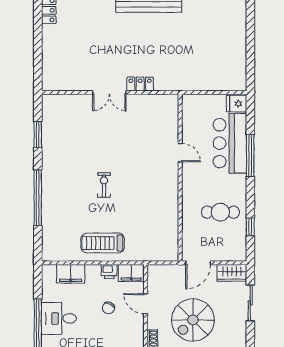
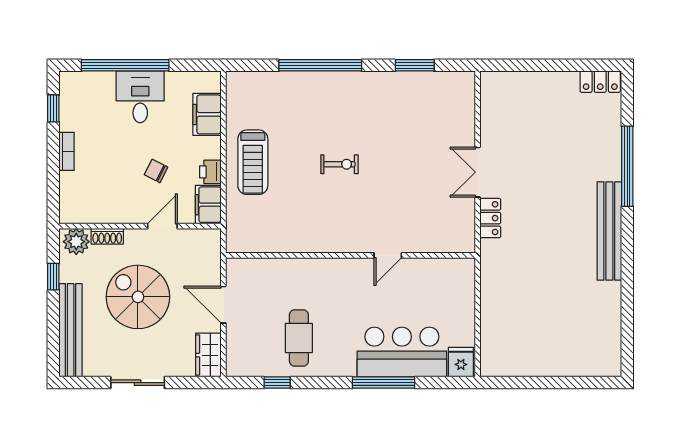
door: (180, 153) -> (388, 255), moved
wall: (180, 178) -> (350, 255), moved
treadmill: (103, 243) -> (253, 162), turned 180
sliding door: (250, 303) -> (138, 383), moved

